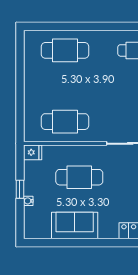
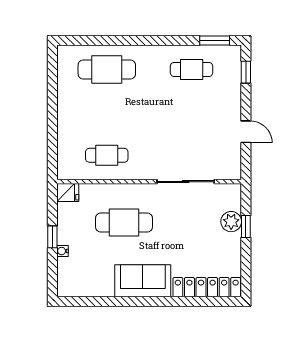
cafe table: (65, 122) -> (107, 155), width x0.73, depth x0.74
sofa: (75, 226) -> (143, 281), moved

